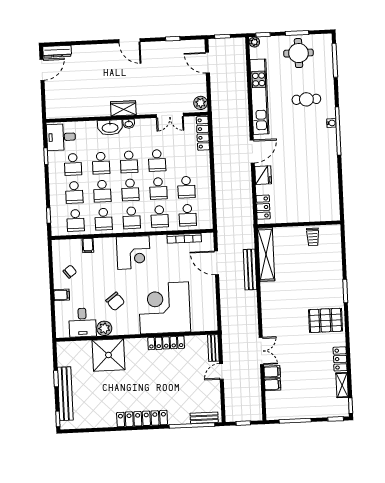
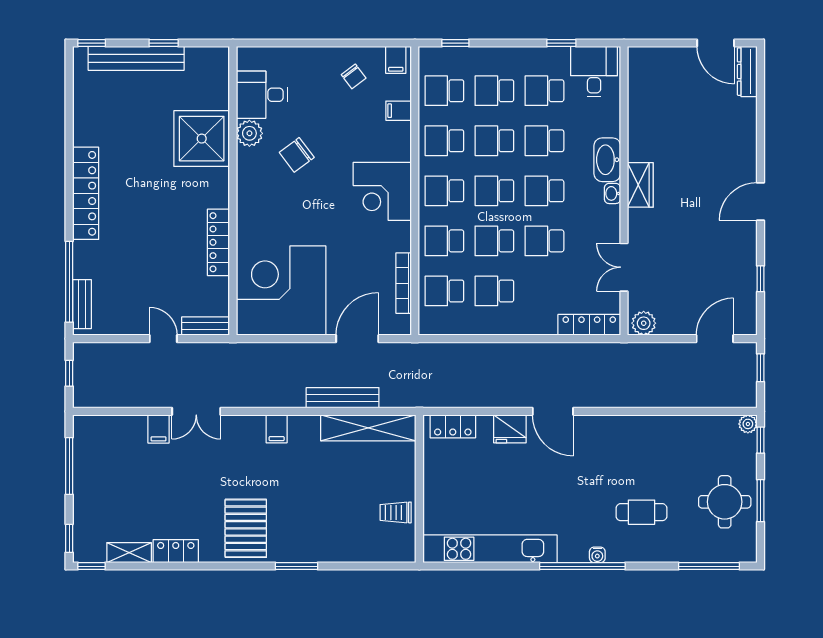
kitchen unit: (259, 97) -> (490, 549), moved, turned 180
cafe table: (306, 99) -> (641, 512), turned 90
filing cabinet: (62, 295) -> (396, 60), moved
corner desk: (164, 308) -> (281, 290), moved, turned -90
filing cabinet: (273, 385) -> (277, 429), moved

